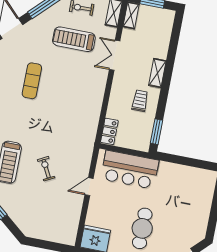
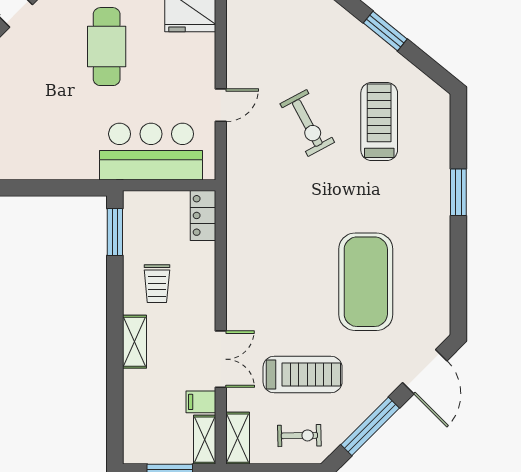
filing cabinet: (129, 35) -> (201, 402), added
exercise mat: (32, 81) -> (366, 282), width x2.00, depth x1.45
exercise bike: (46, 169) -> (307, 123), width x1.38, depth x1.39

